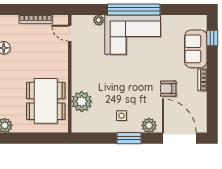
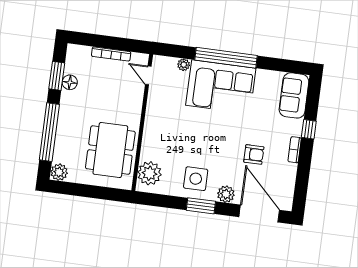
window: (212, 38) -> (309, 129), moved
sofa: (196, 49) -> (294, 95), moved
armchair: (168, 89) -> (254, 154), turned 180
plant: (82, 101) -> (149, 173), moved
side table: (121, 116) -> (196, 179), width x1.87, depth x1.87

